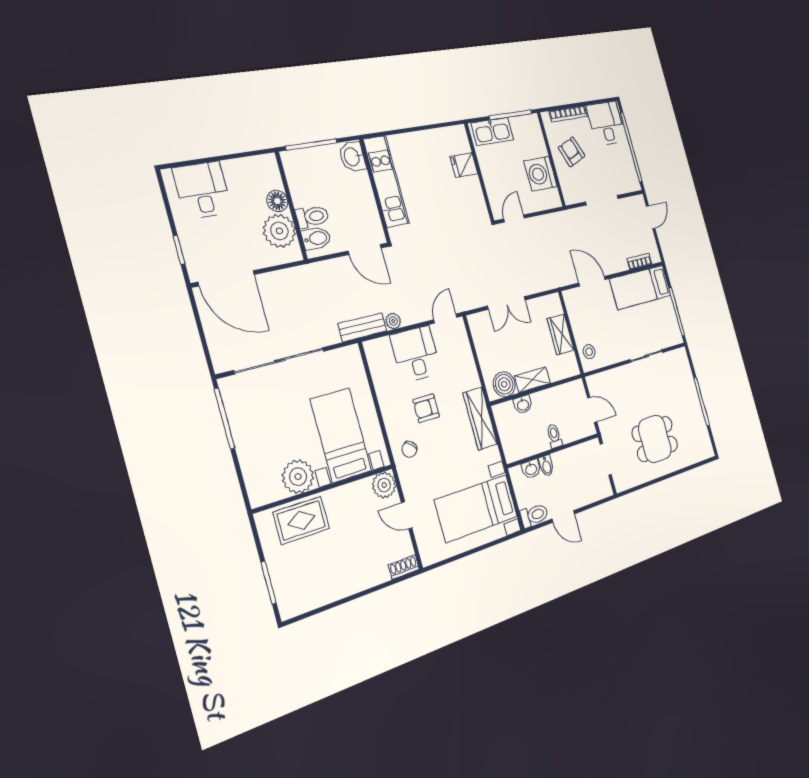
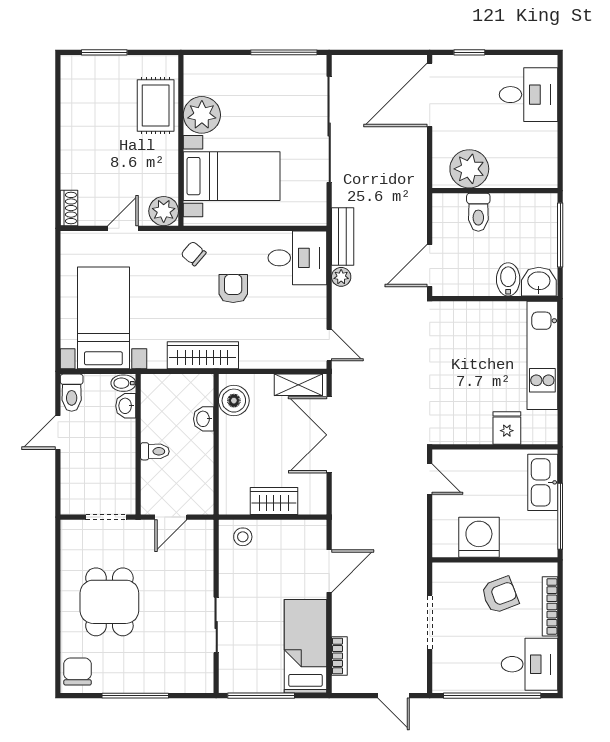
kitchen unit: (386, 181) -> (542, 355), moved, turned 90
floor lamp: (277, 201) -> (503, 176), removed
bidet: (316, 238) -> (508, 279), moved, turned 180
double door: (506, 303) -> (329, 435), width x1.37
desk: (416, 354) -> (297, 258), moved
shelving: (532, 380) -> (298, 385), moved, turned 90
chair: (700, 448) -> (78, 671), added
bidet: (546, 466) -> (123, 383), moved

